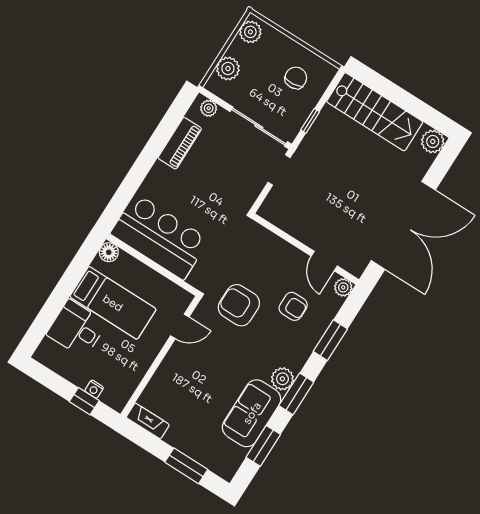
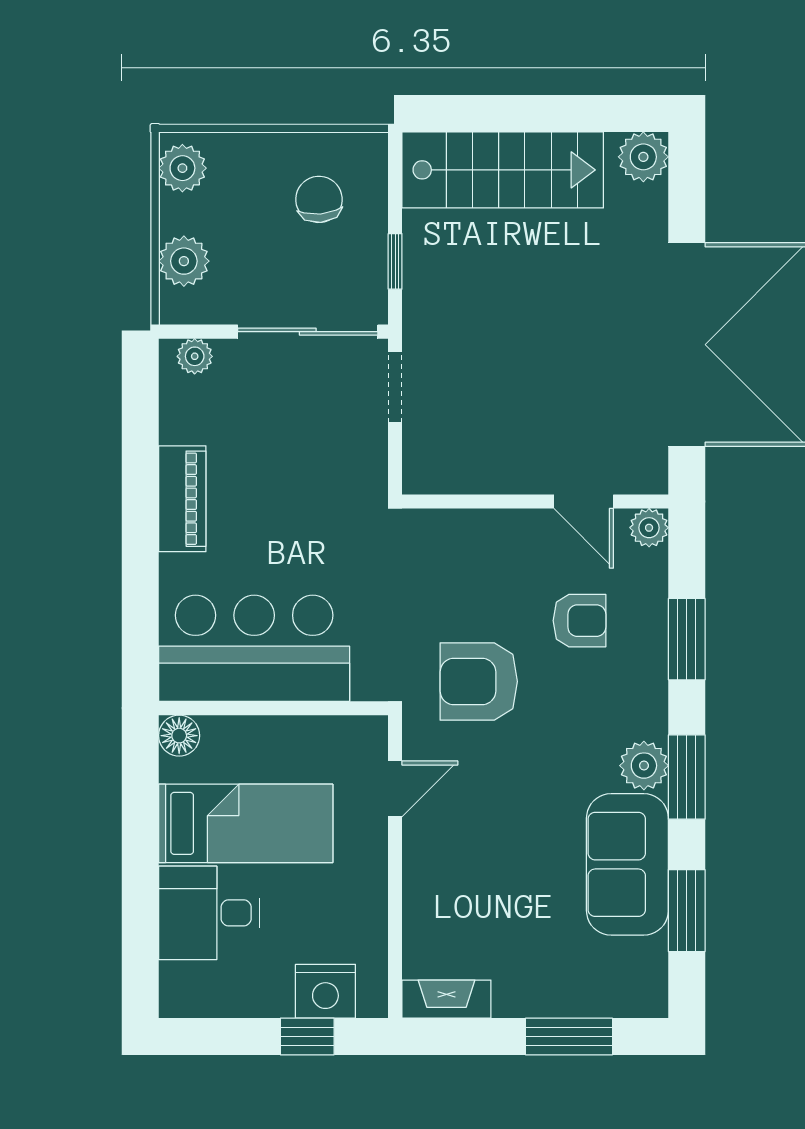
piano: (180, 143) -> (182, 499), moved
nightstand: (94, 389) -> (325, 991), width x1.89, depth x1.79

